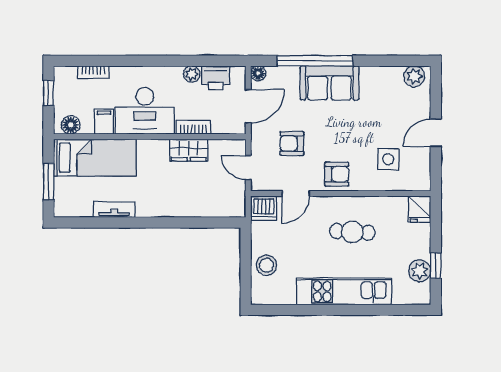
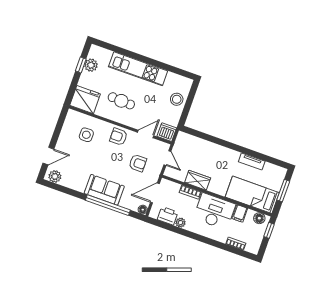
window: (49, 93) -> (269, 230), moved
door: (436, 133) -> (48, 156), moved
fridge: (420, 209) -> (85, 100), width x1.88, depth x1.34

